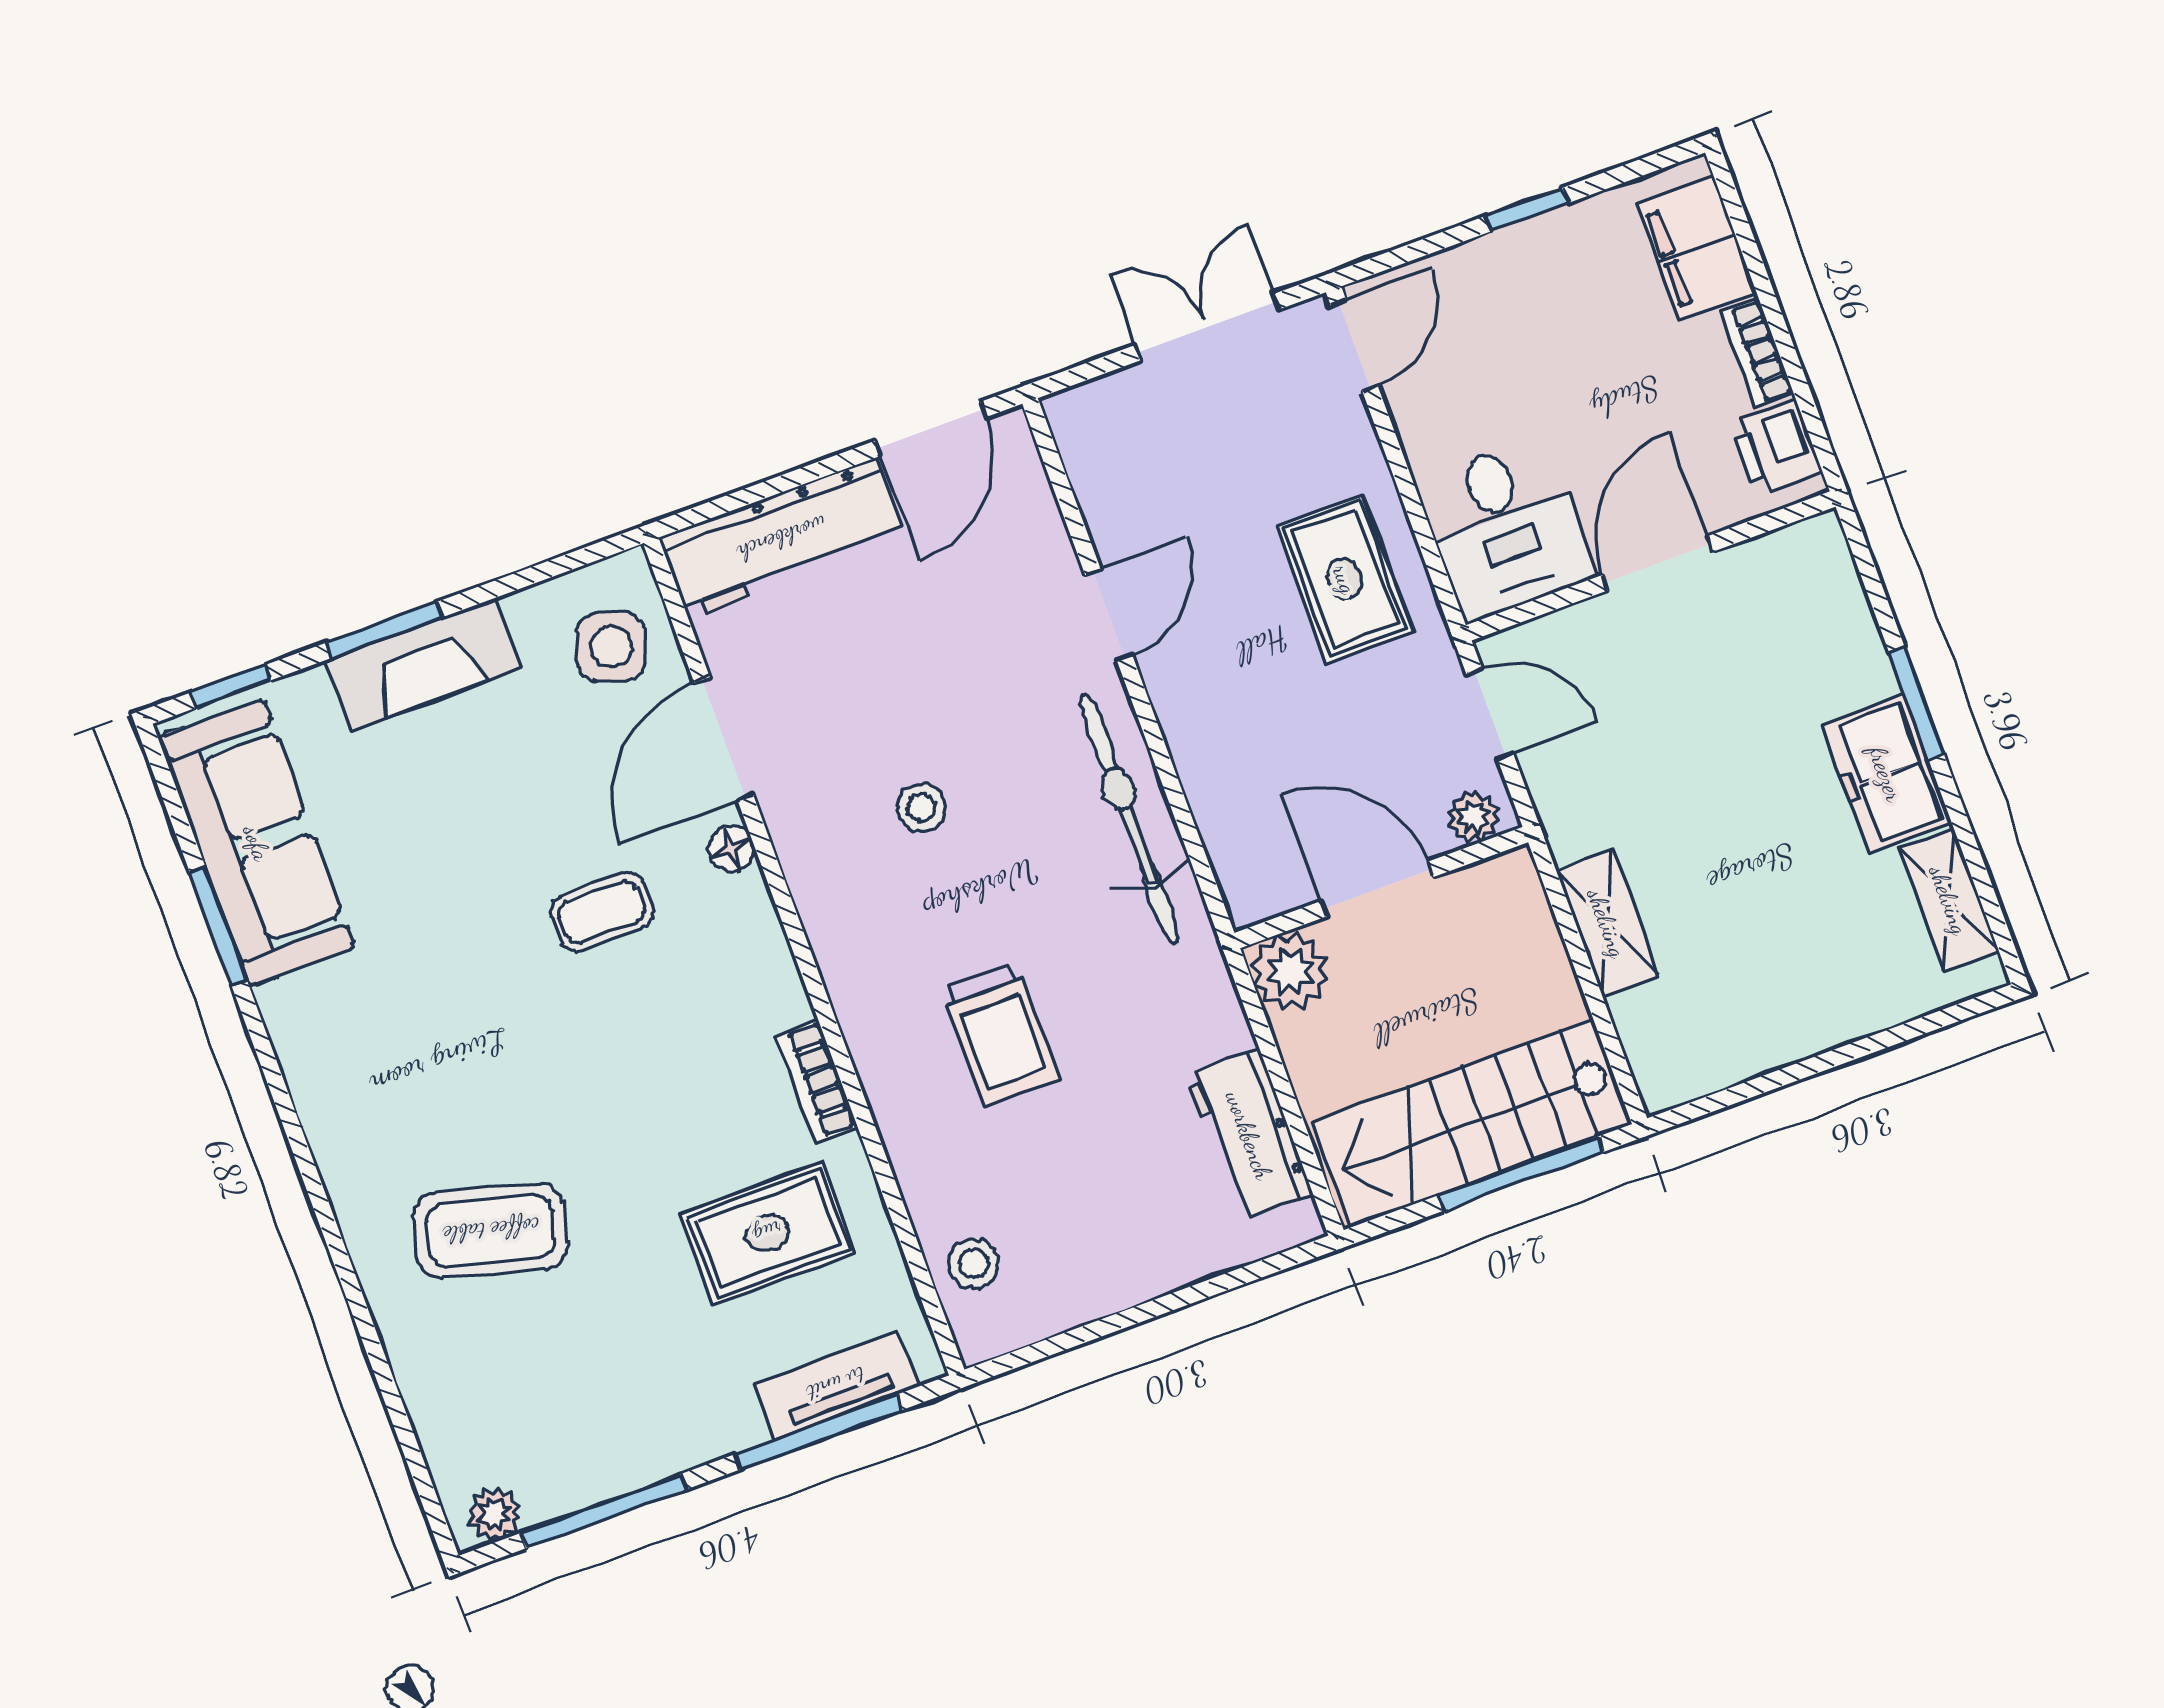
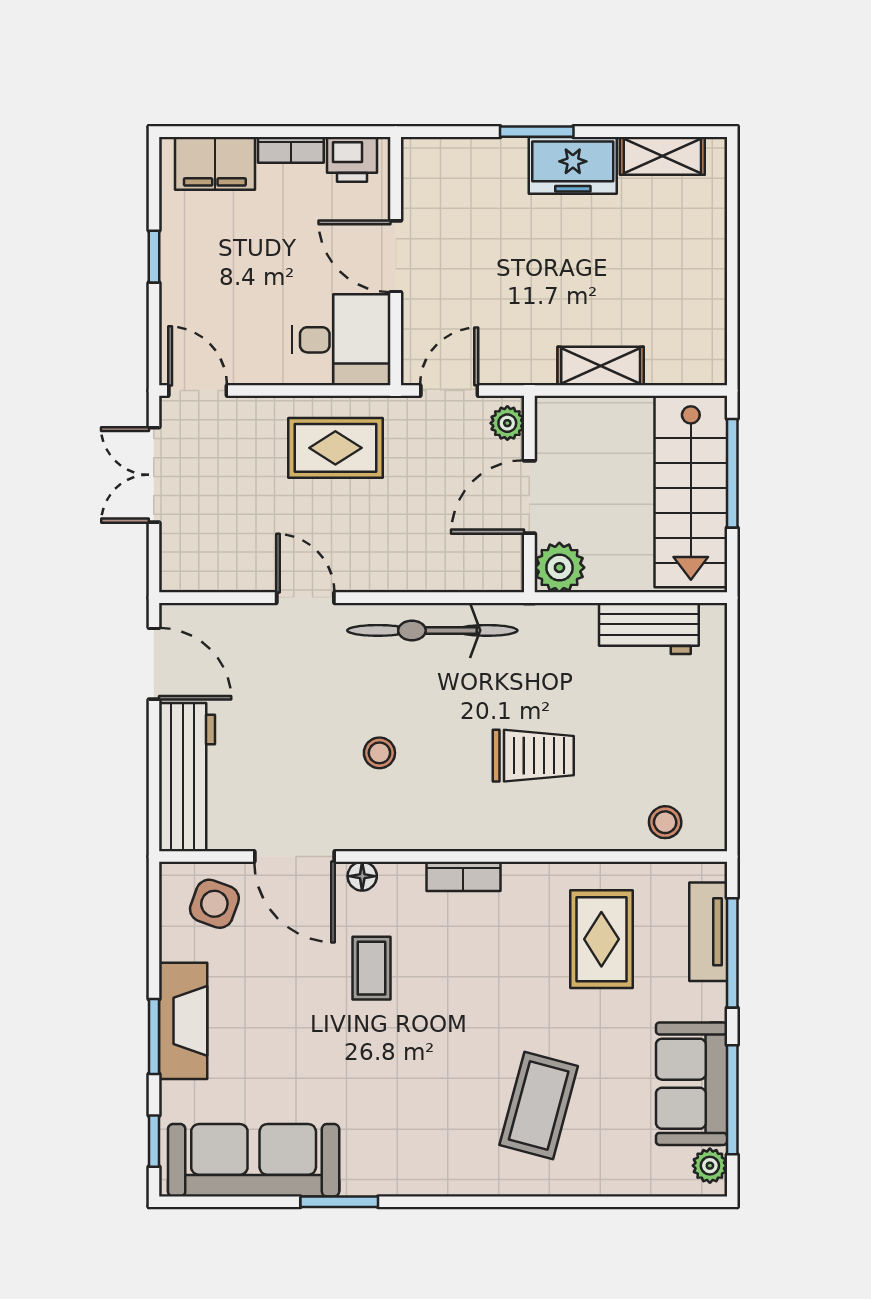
window: (218, 926) -> (339, 1202), moved
bookcase: (817, 1081) -> (463, 876), moved
sofa: (605, 1443) -> (692, 1084), added

